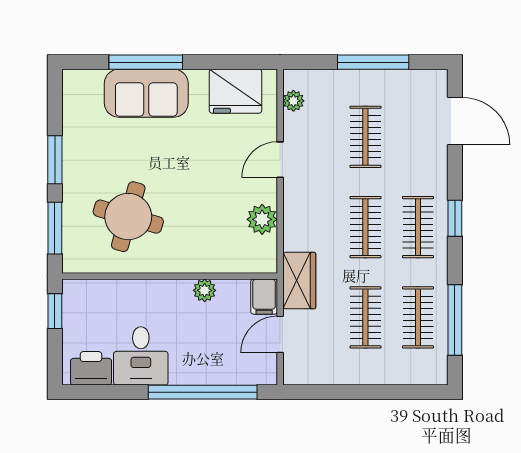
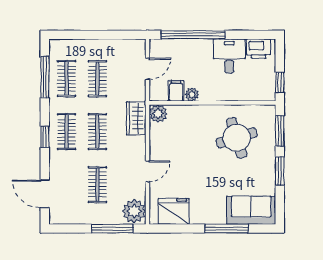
window: (373, 62) -> (112, 229), moved
sofa: (146, 93) -> (251, 210), moved
plant: (293, 101) -> (134, 211), width x1.88, depth x1.88
round table: (128, 217) -> (237, 138), turned -33
plant: (262, 219) -> (158, 113), moved
wardrobe: (299, 281) -> (136, 118), moved
filing cabinet: (264, 297) -> (176, 91), moved

